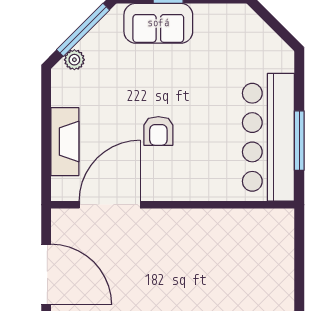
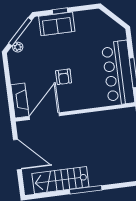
fireplace: (65, 142) -> (20, 100), moved

